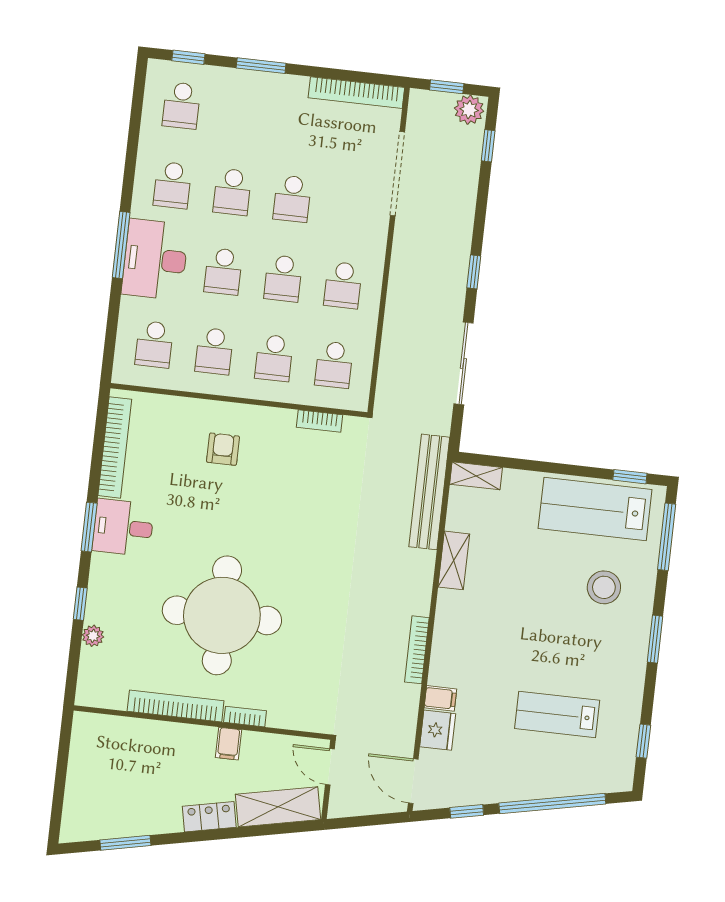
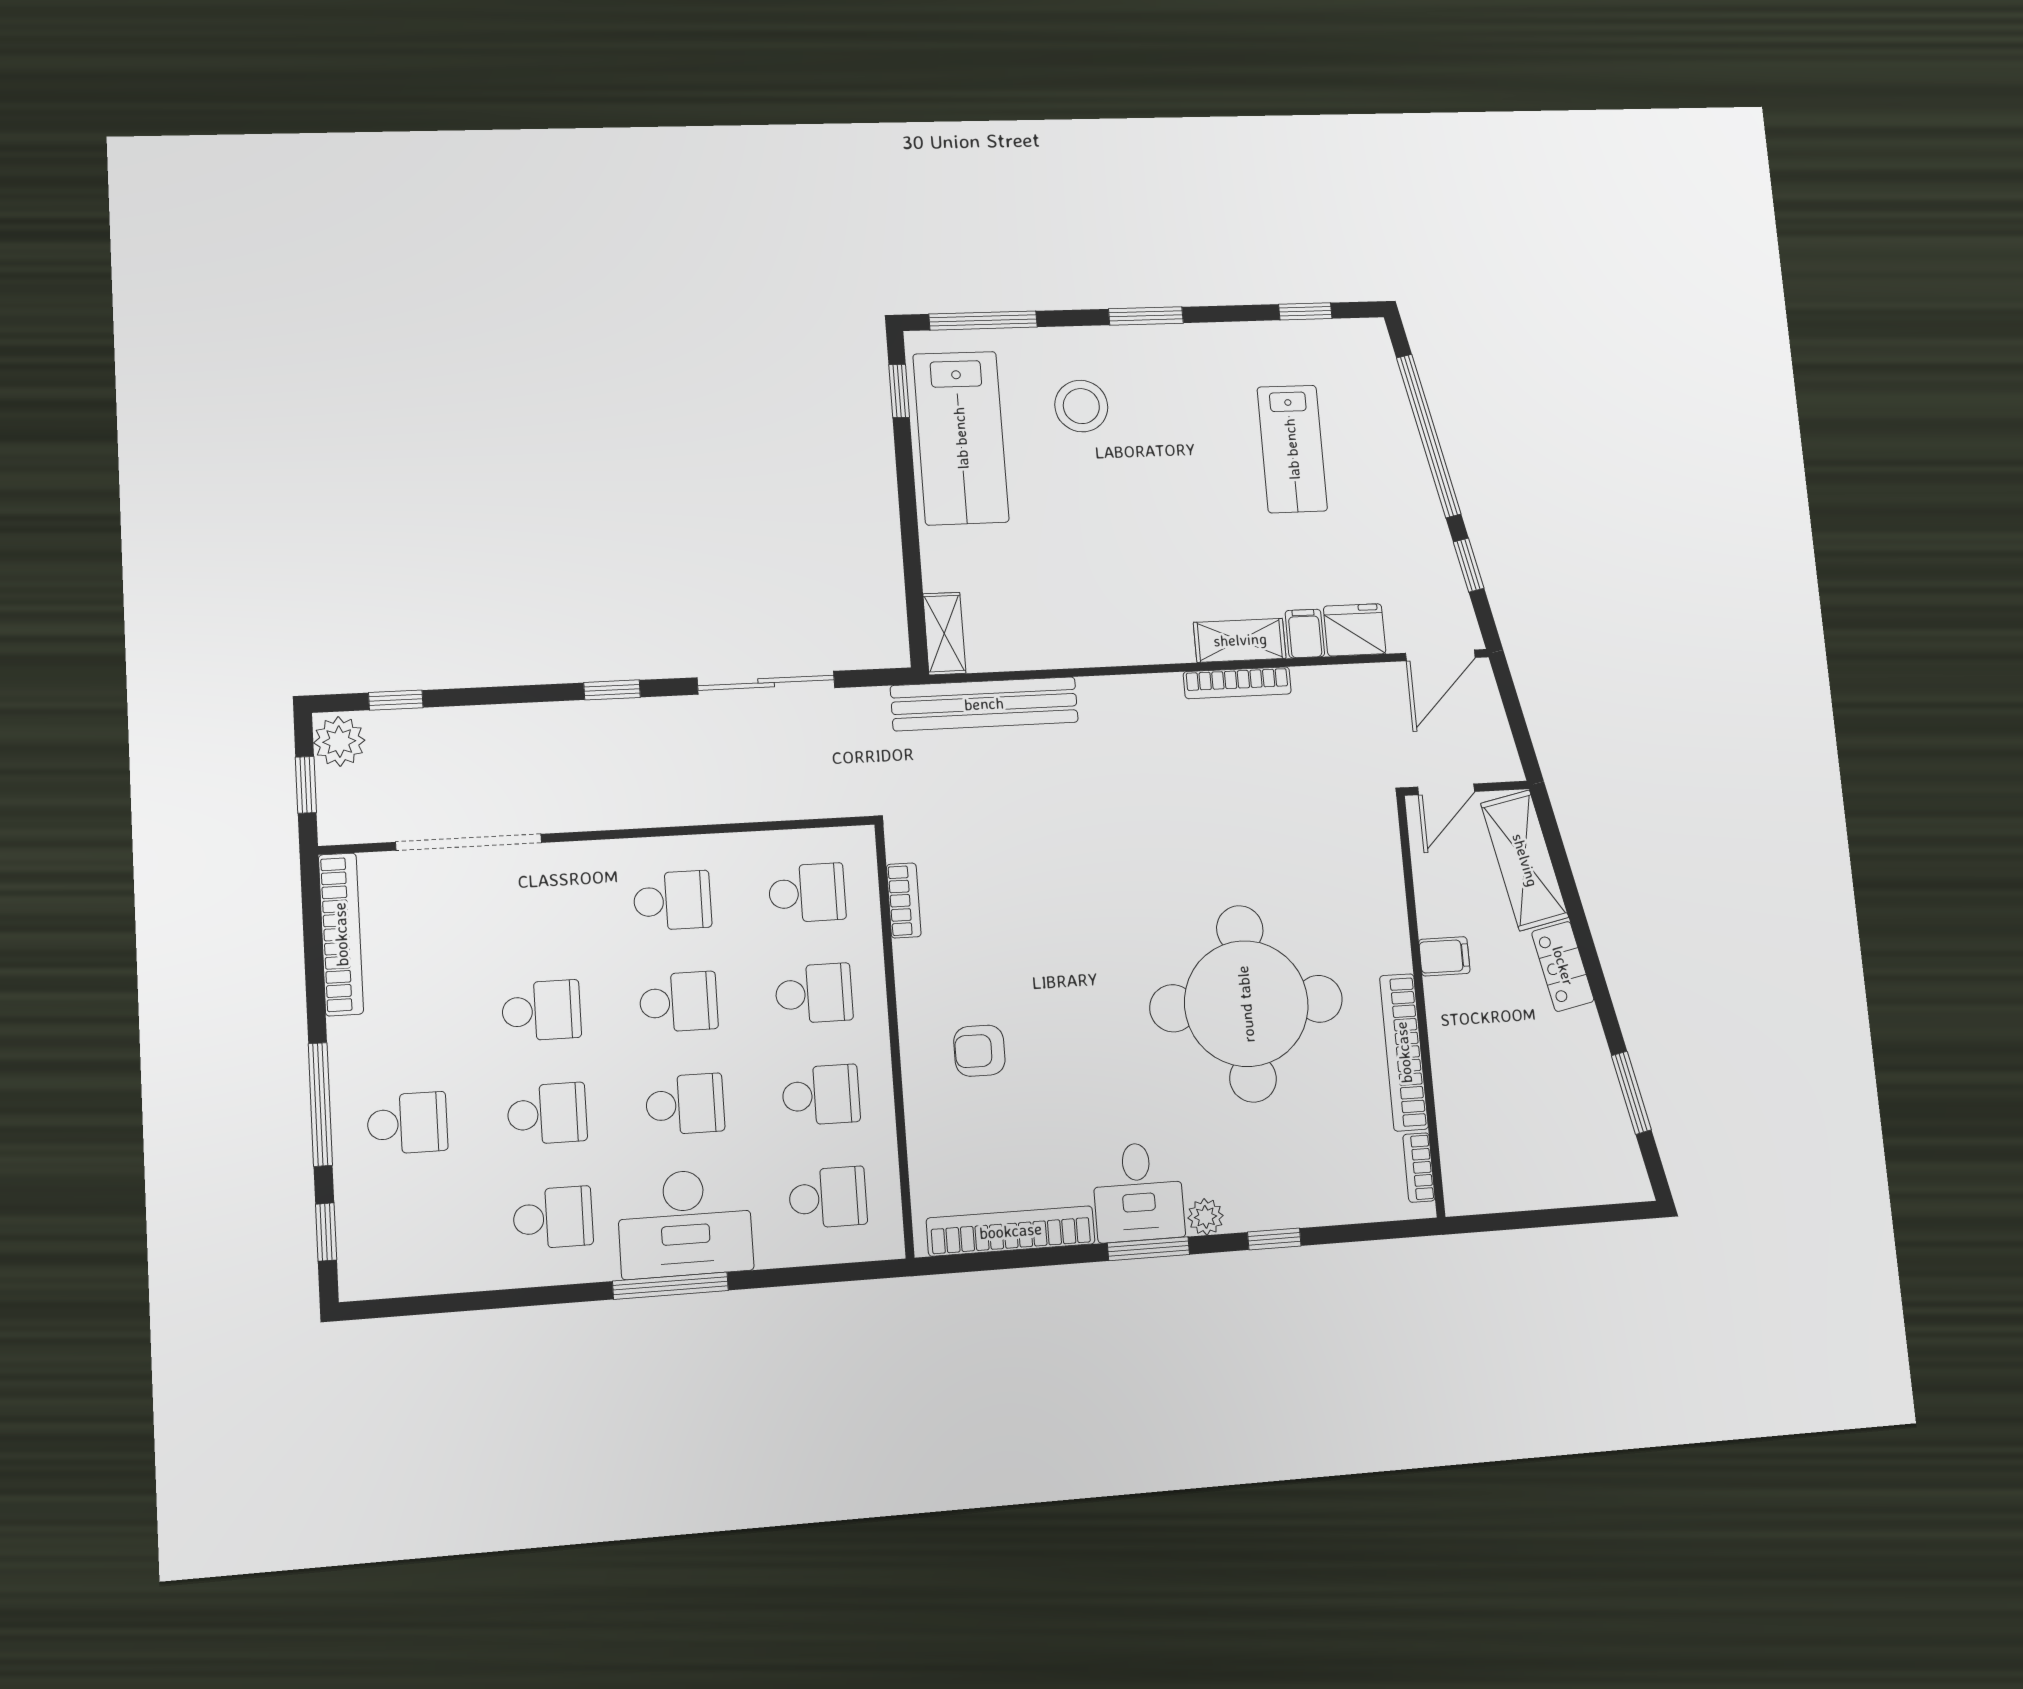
window: (261, 66) -> (320, 1104), width x1.44
school desk: (181, 105) -> (407, 1123), moved
shelving: (454, 560) -> (1240, 640), moved
plant: (93, 636) -> (1206, 1217), moved
bookcase: (245, 717) -> (1419, 1168), moved

